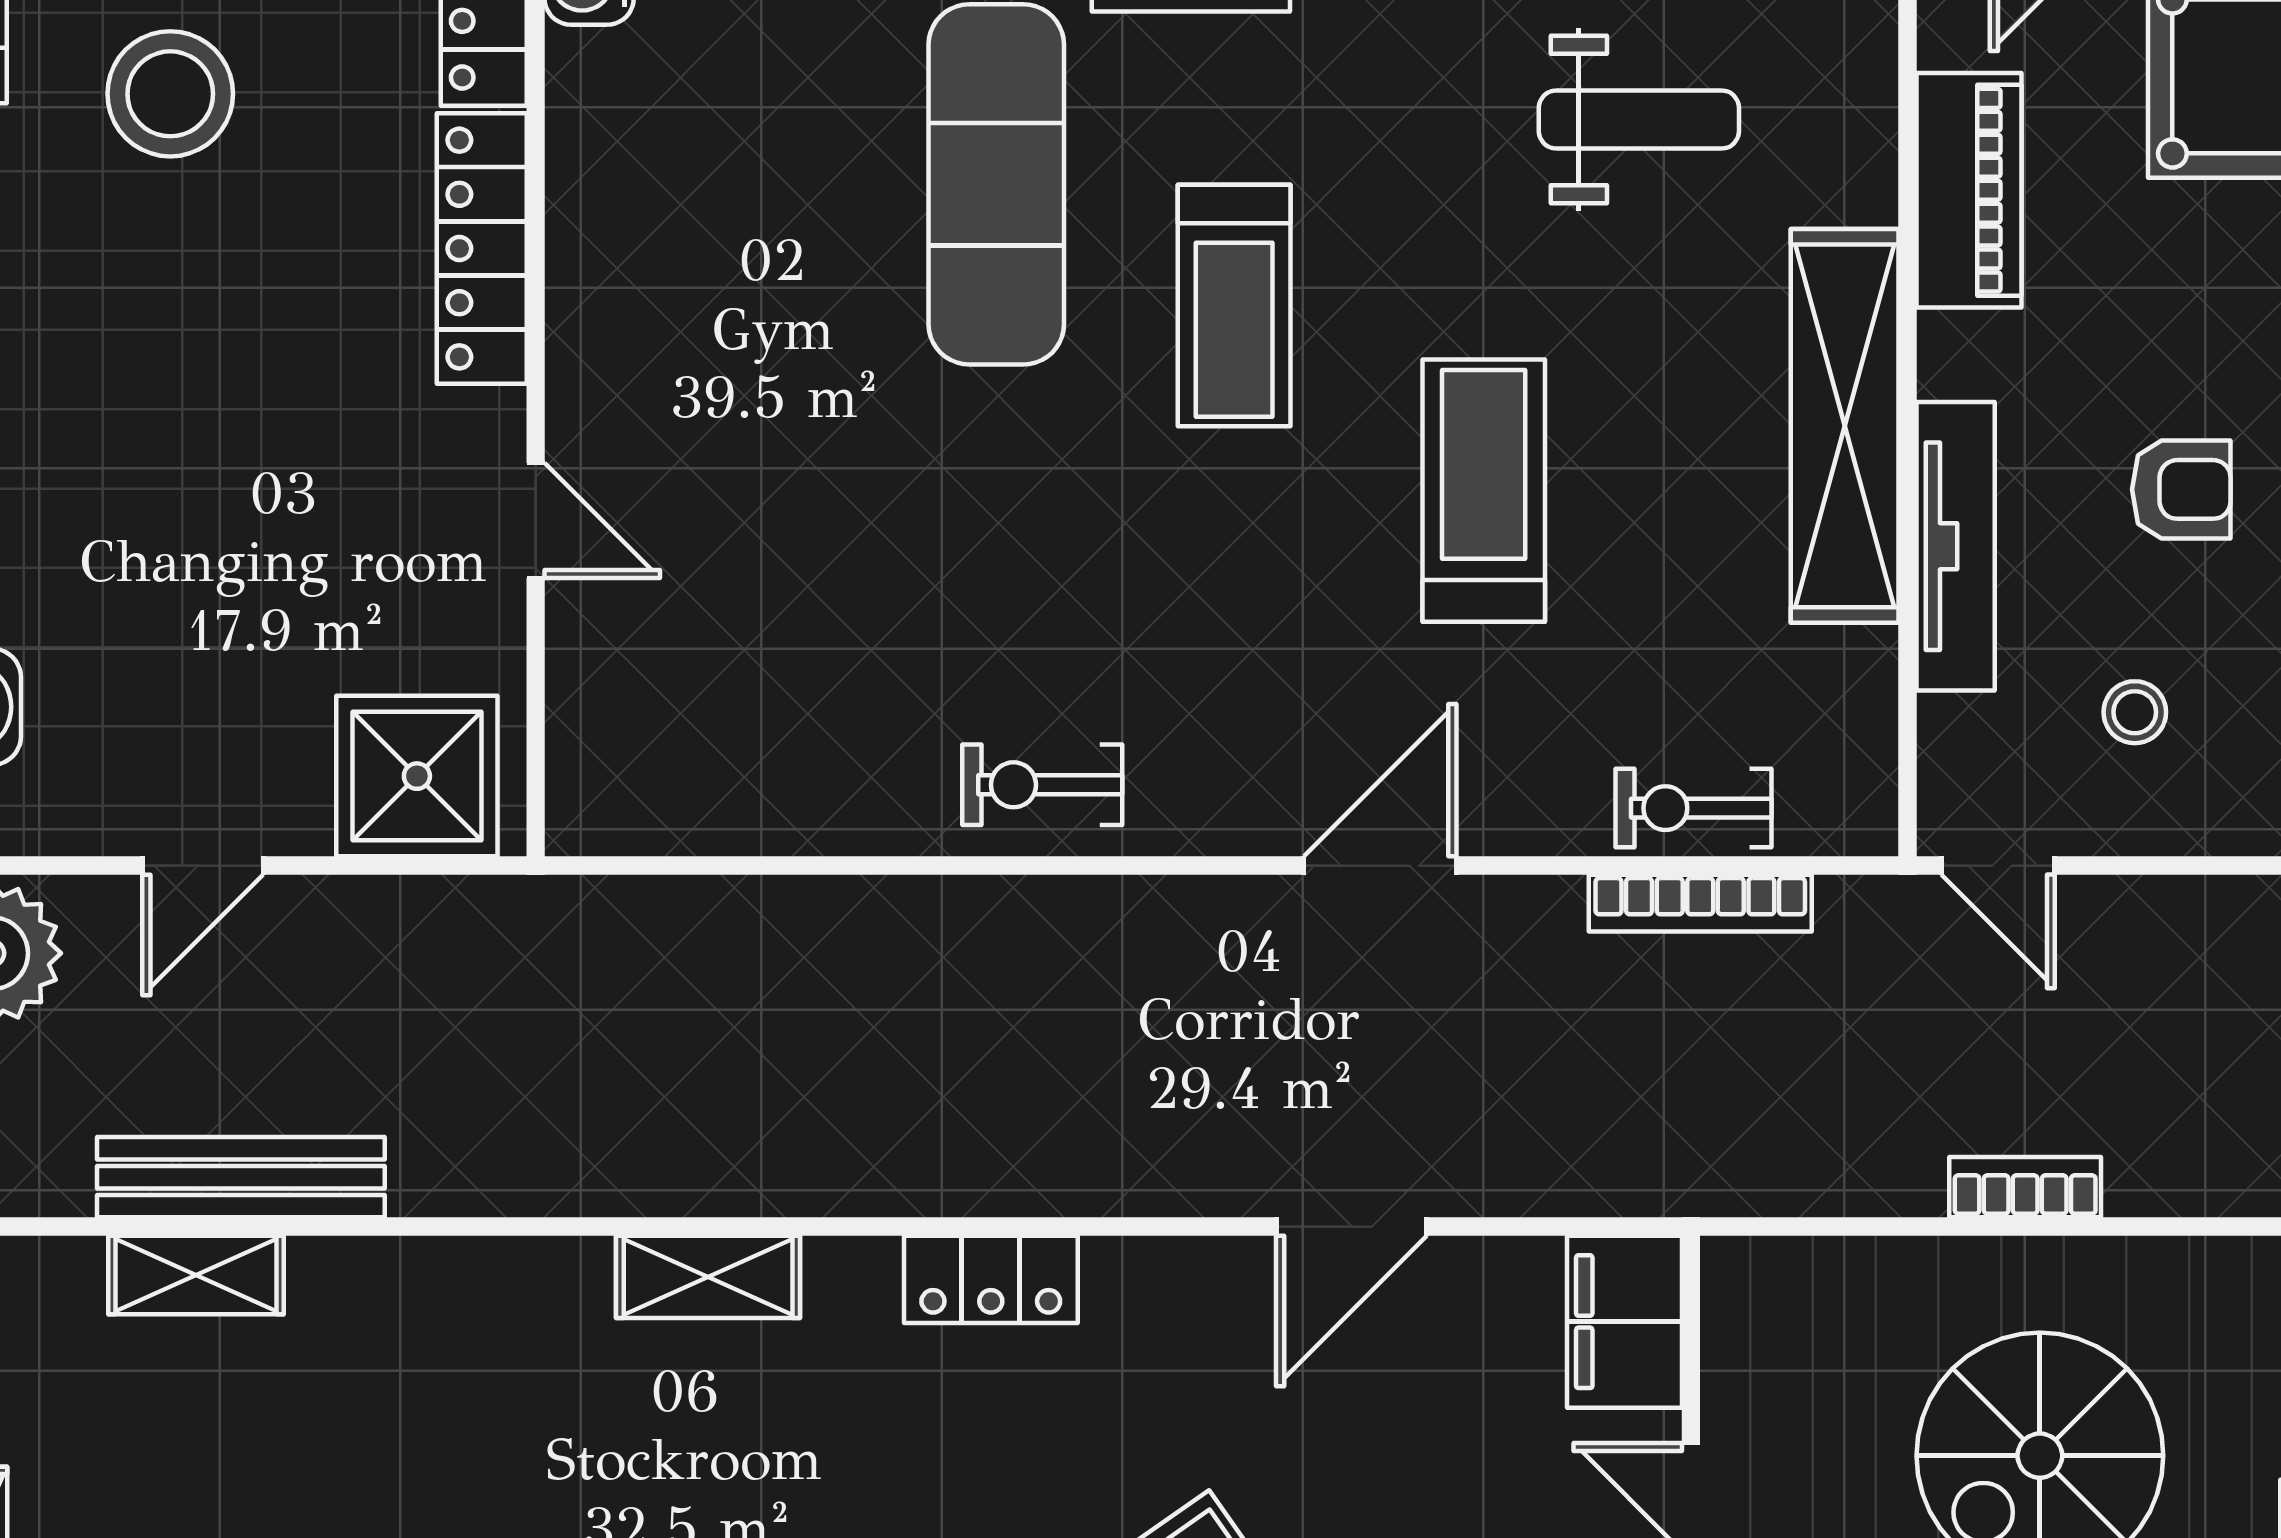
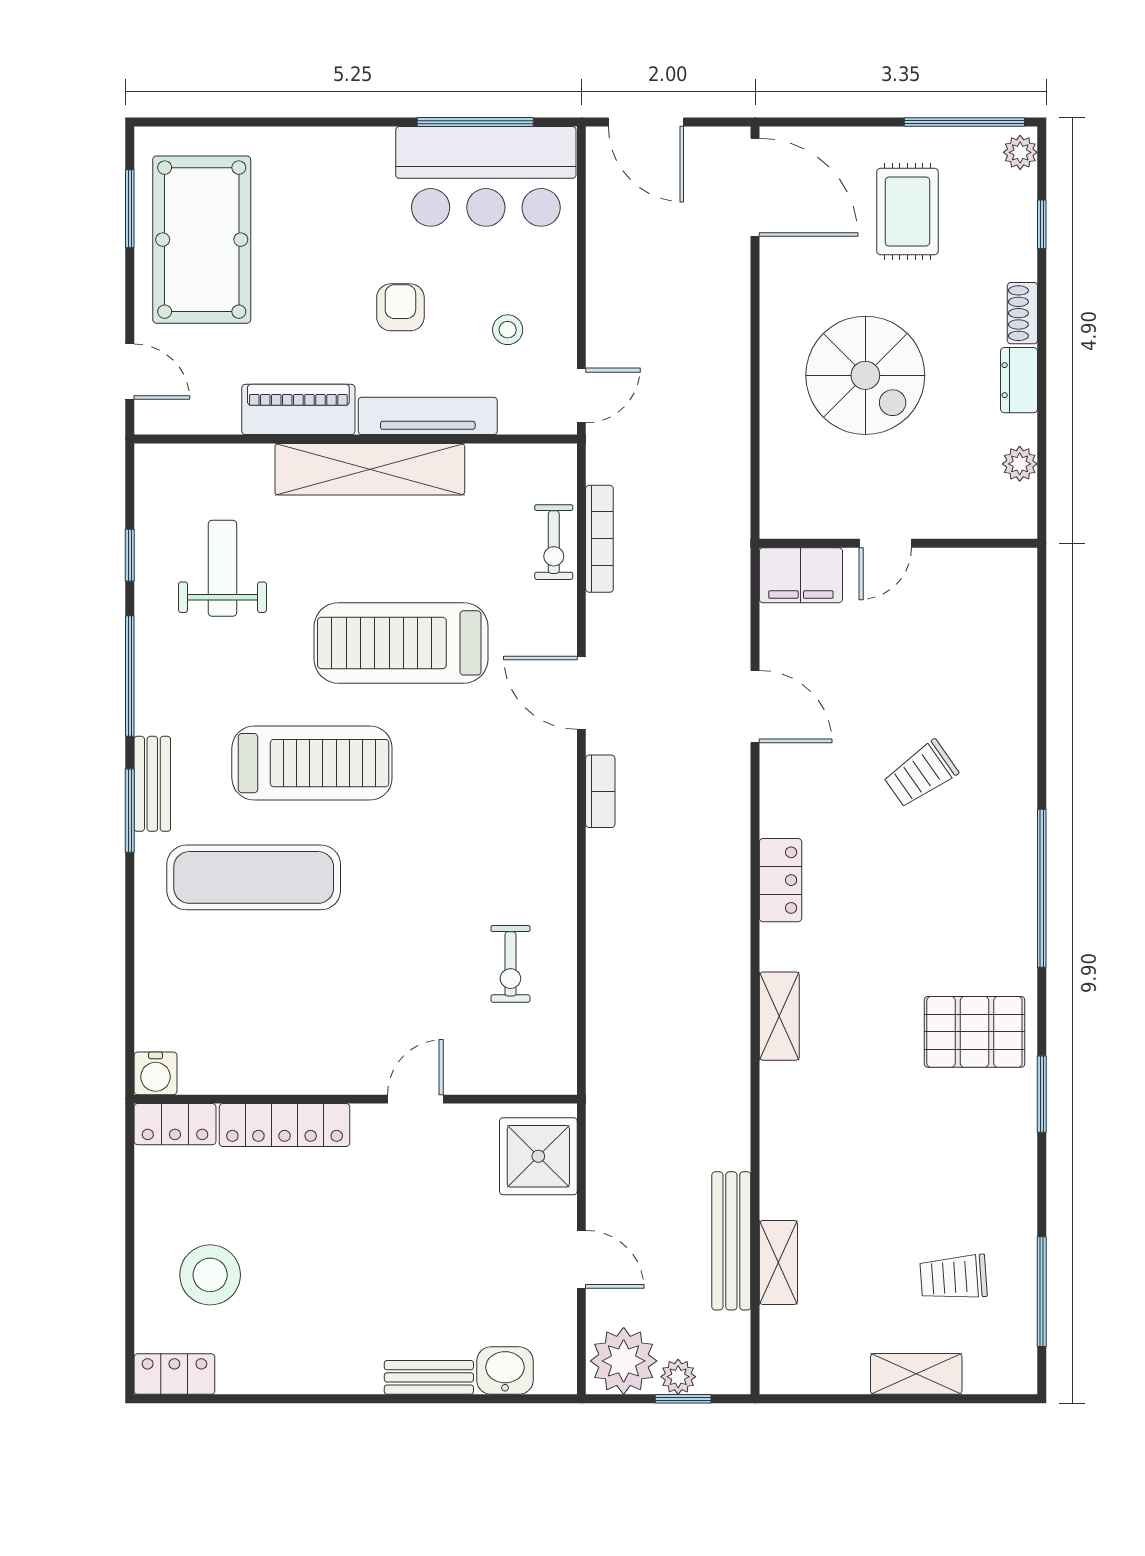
piano: (1969, 190) -> (298, 409), moved
treadmill: (1234, 306) -> (312, 763), width x1.37, depth x1.38
treadmill: (1484, 491) -> (401, 643), width x1.37, depth x1.38
exercise bike: (1042, 785) -> (510, 964), moved
bookcase: (2025, 1187) -> (600, 791), moved, turned 180

